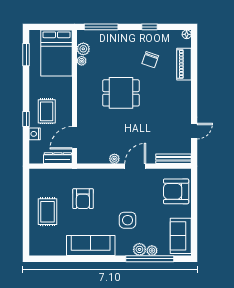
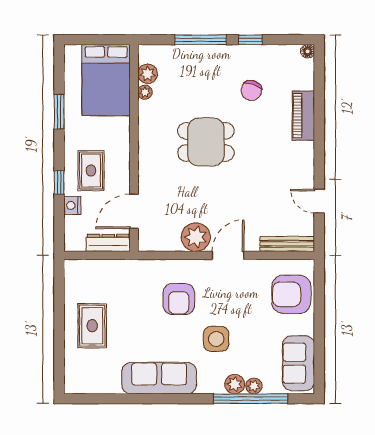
window: (101, 27) -> (200, 40), moved
window: (26, 55) -> (59, 112), moved
piano: (184, 64) -> (303, 116), moved
door: (194, 131) -> (319, 201), swing flipped
plant: (114, 159) -> (196, 237), width x1.88, depth x1.88
armchair: (83, 199) -> (179, 299), moved

